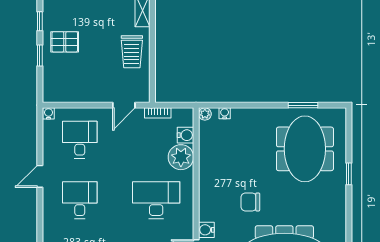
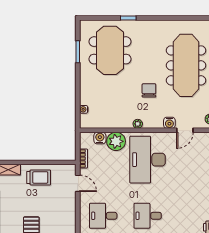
plant: (205, 114) -> (138, 124), moved
meeting table: (305, 149) -> (110, 50), turned 90
desk: (156, 200) -> (148, 160), width x1.36, depth x1.30
chair: (250, 202) -> (149, 90), turned 180

